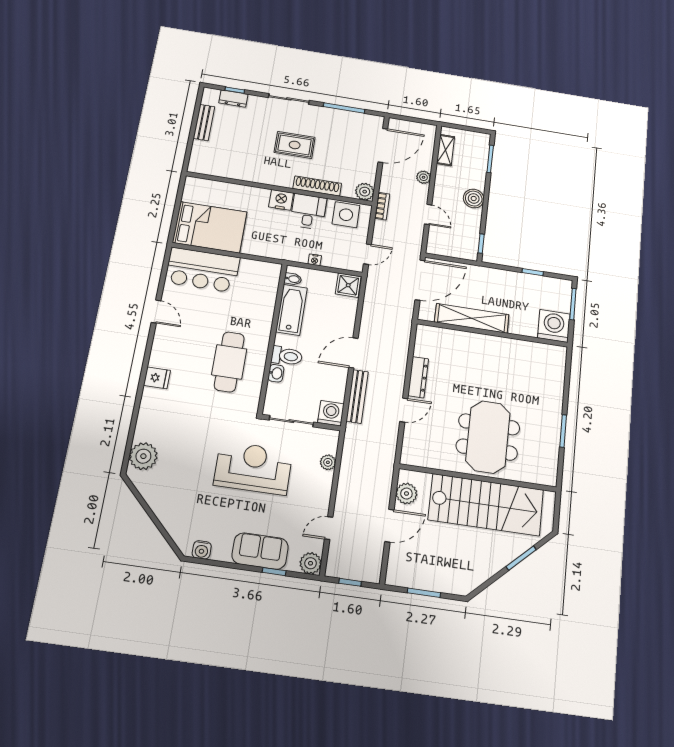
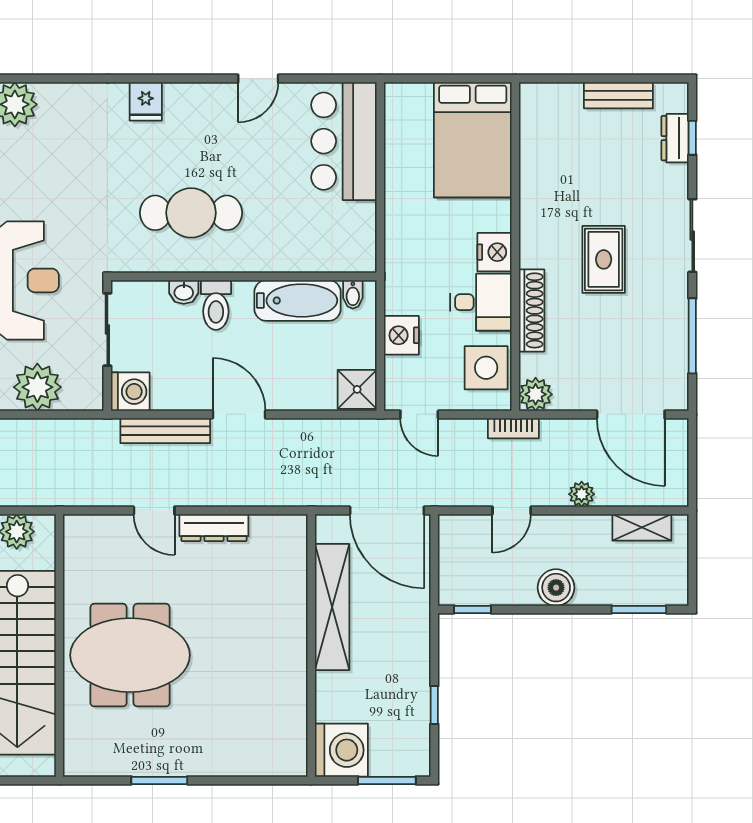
bed: (210, 227) -> (473, 140), moved
nightstand: (315, 260) -> (401, 335), width x1.89, depth x1.79
plant: (328, 462) -> (37, 387), width x1.87, depth x1.87

